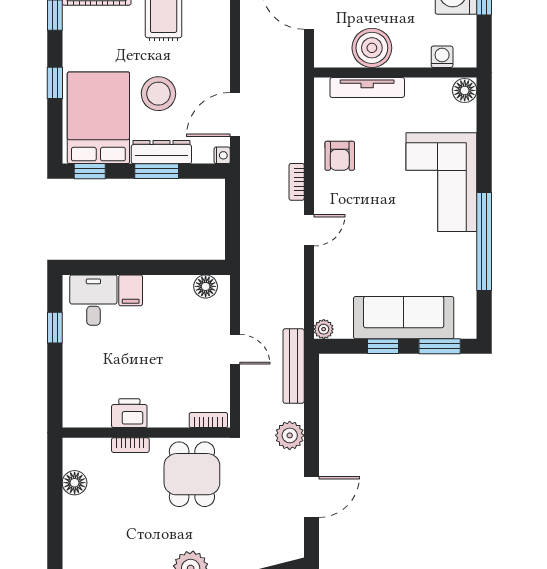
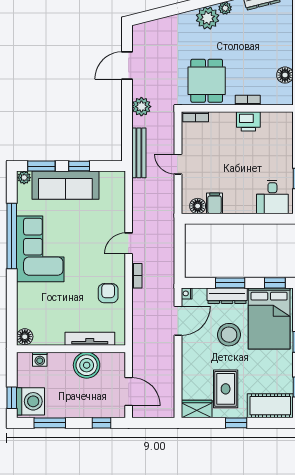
corner sofa: (441, 182) -> (40, 249), moved
filing cabinet: (131, 290) -> (215, 203), moved
plant: (324, 329) -> (24, 178), moved

